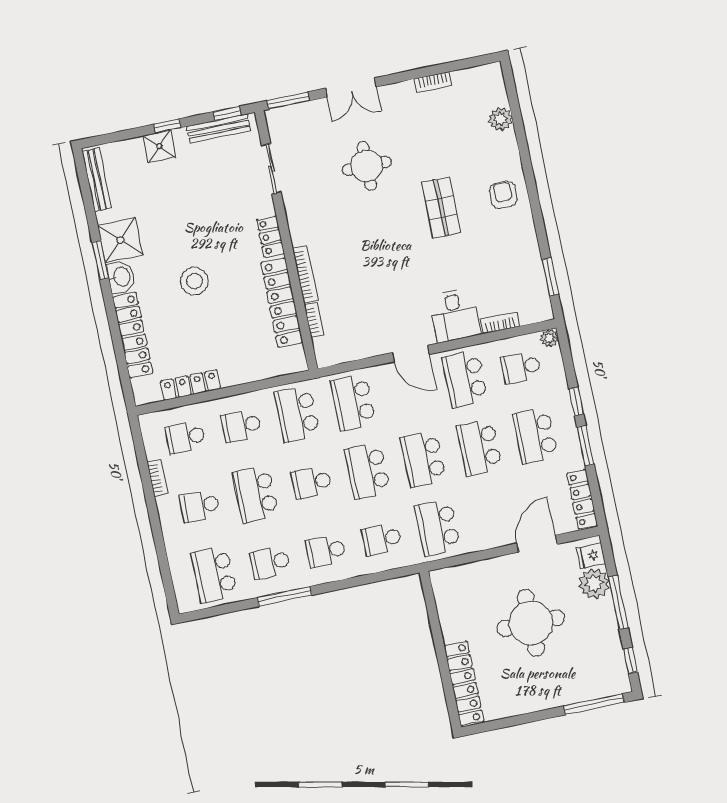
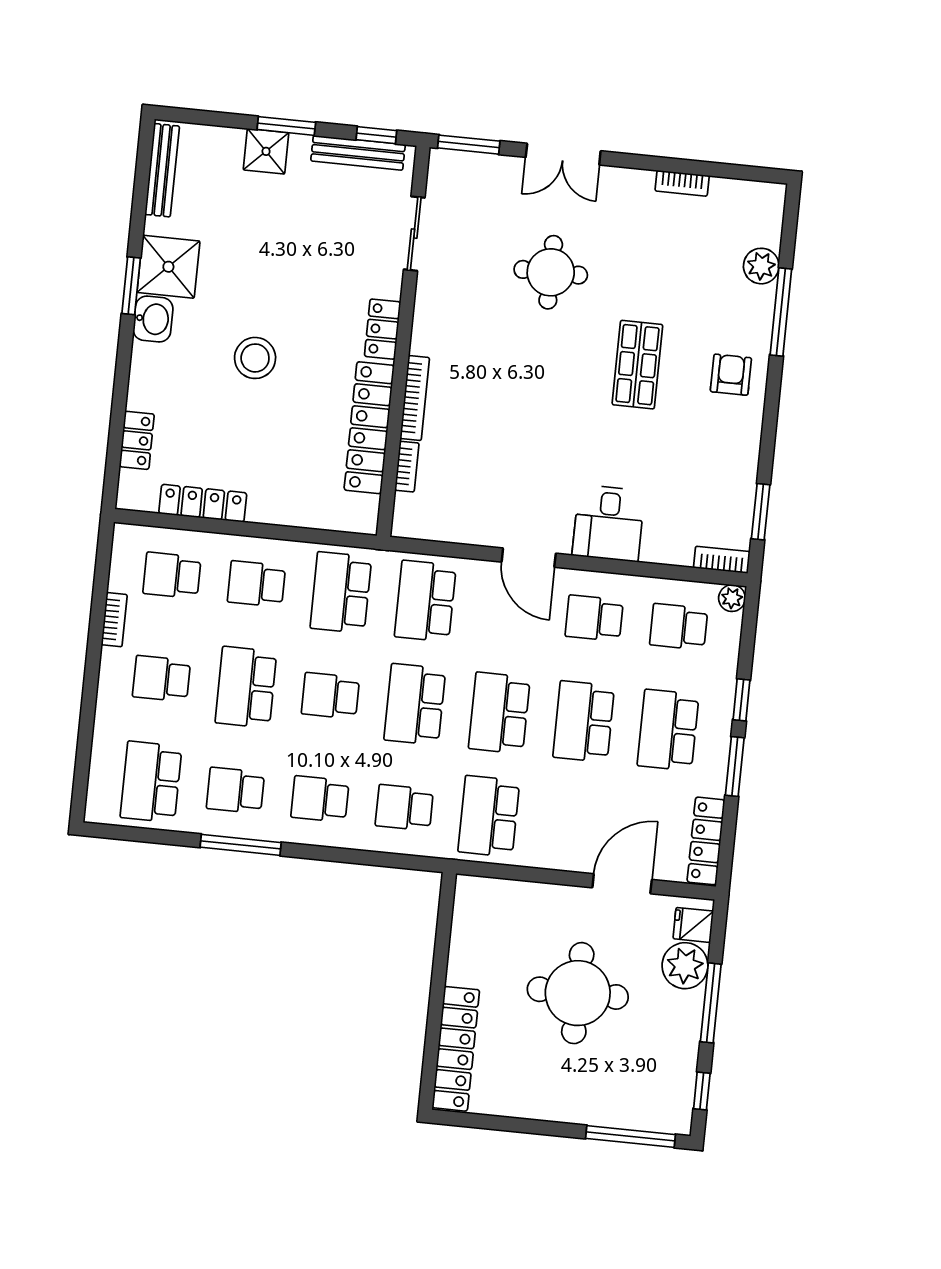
window: (167, 126) -> (286, 126), width x1.50
window: (523, 145) -> (781, 312), added
bookcase: (500, 323) -> (722, 560), moved
locker: (133, 335) -> (137, 440), width x0.46, depth x0.83
school desk: (465, 379) -> (594, 618), width x0.54

